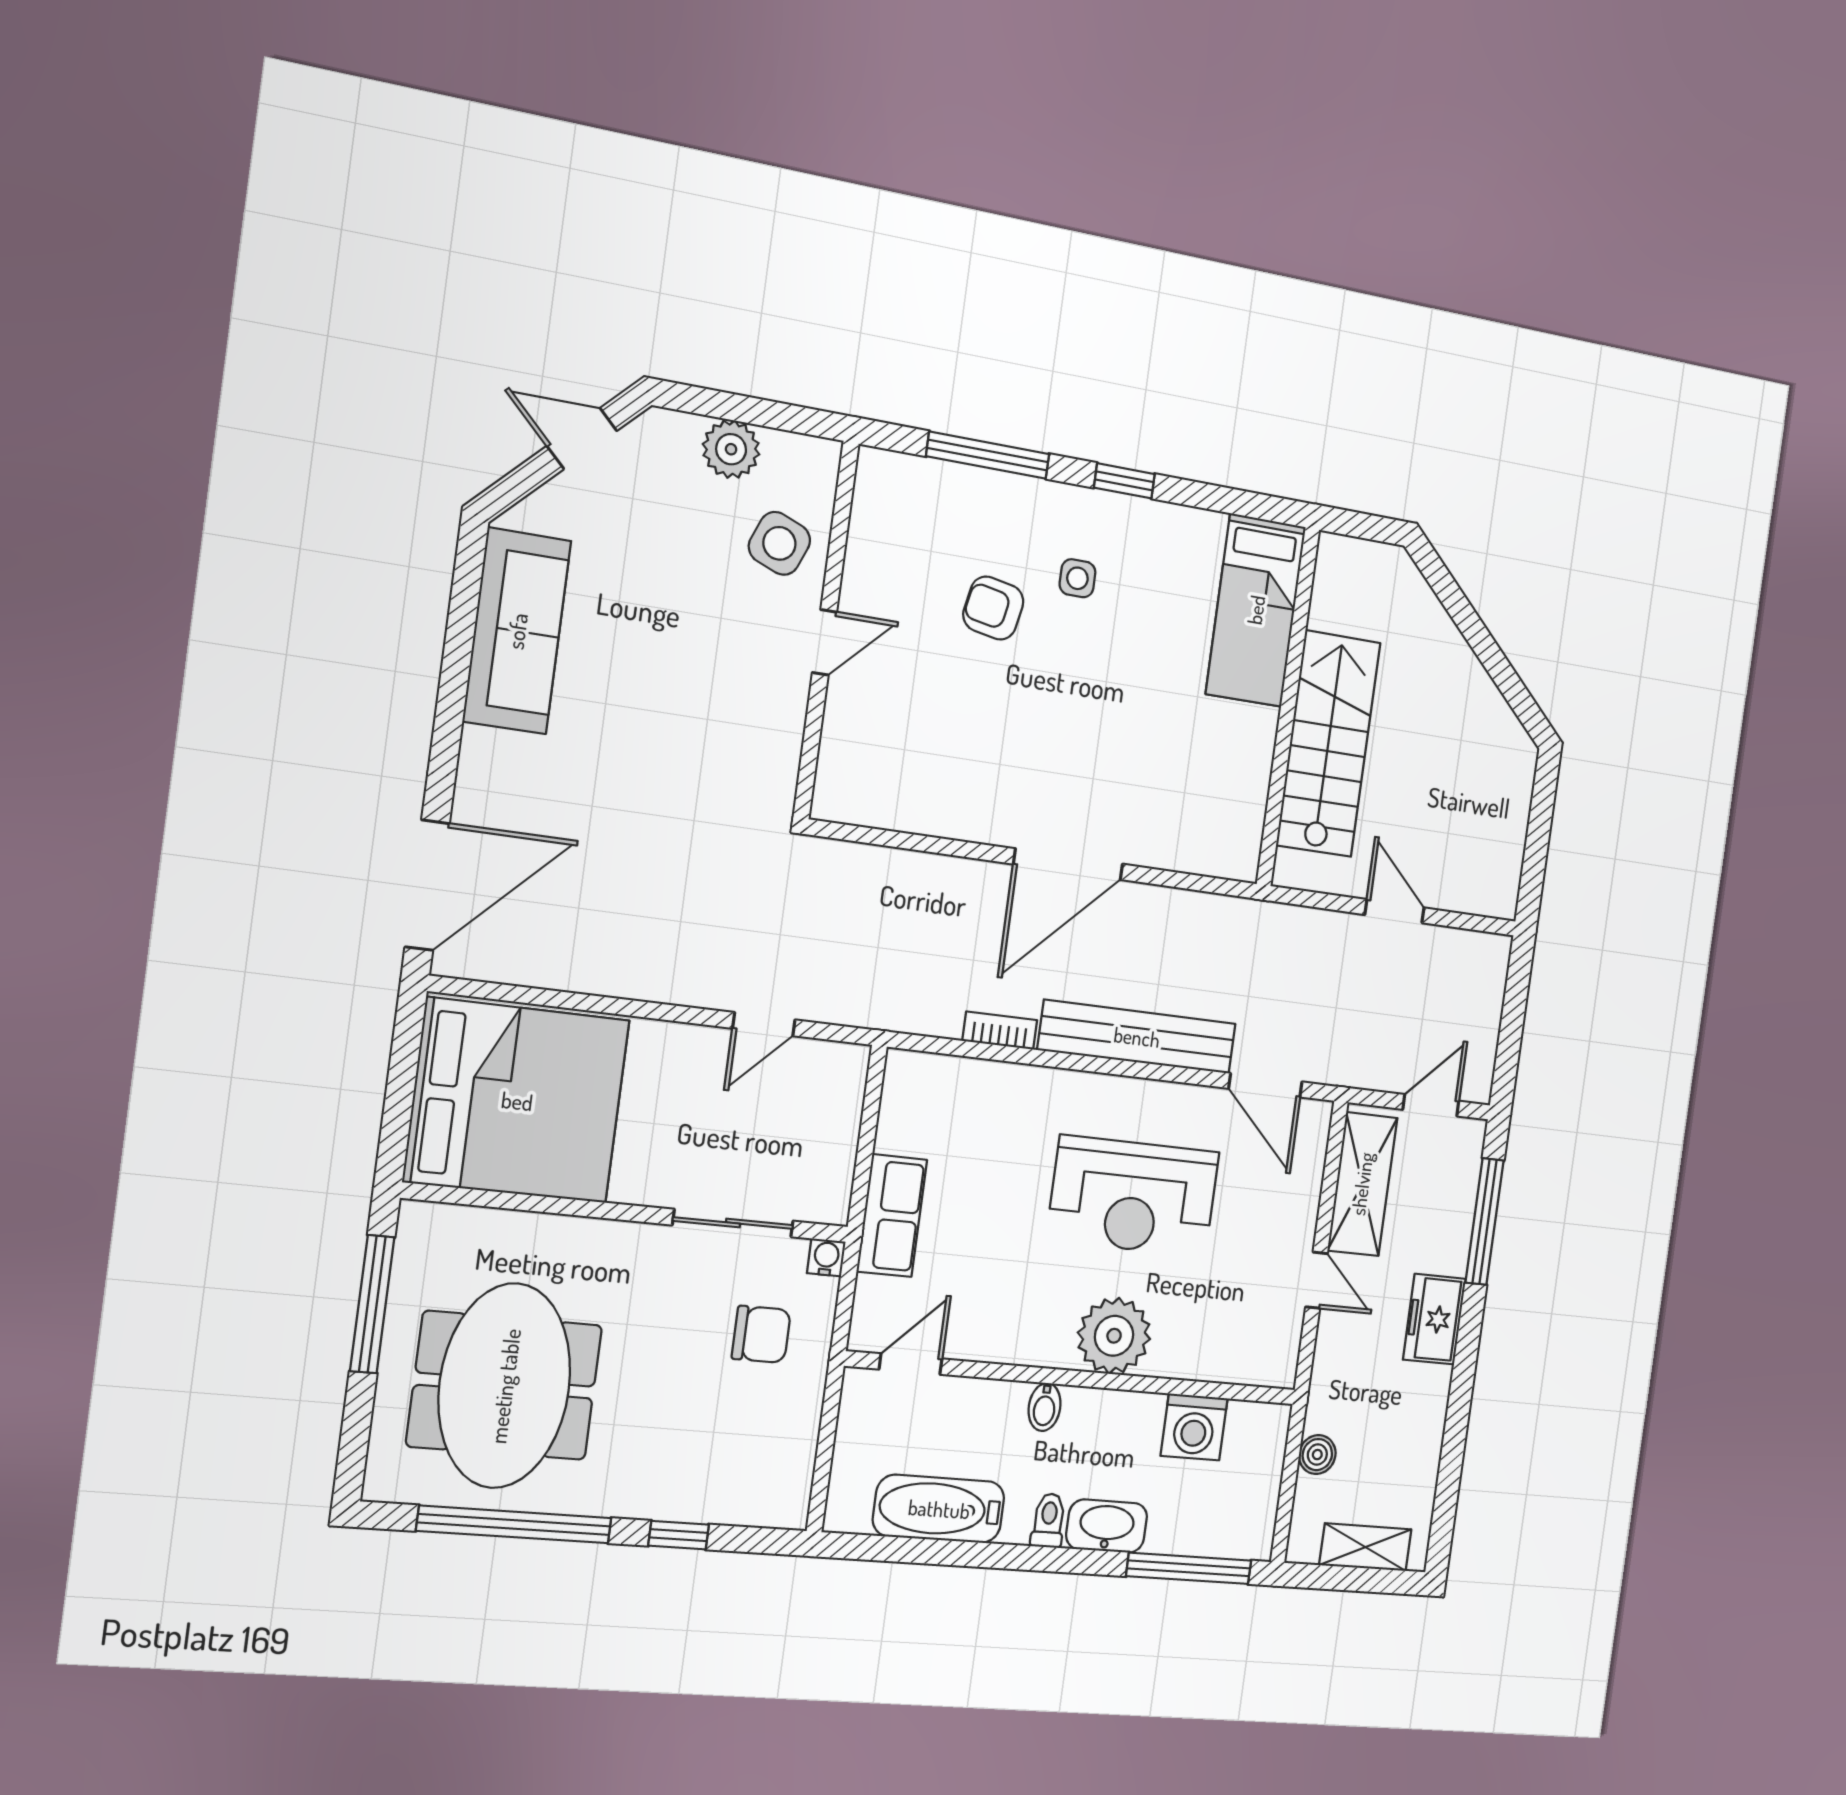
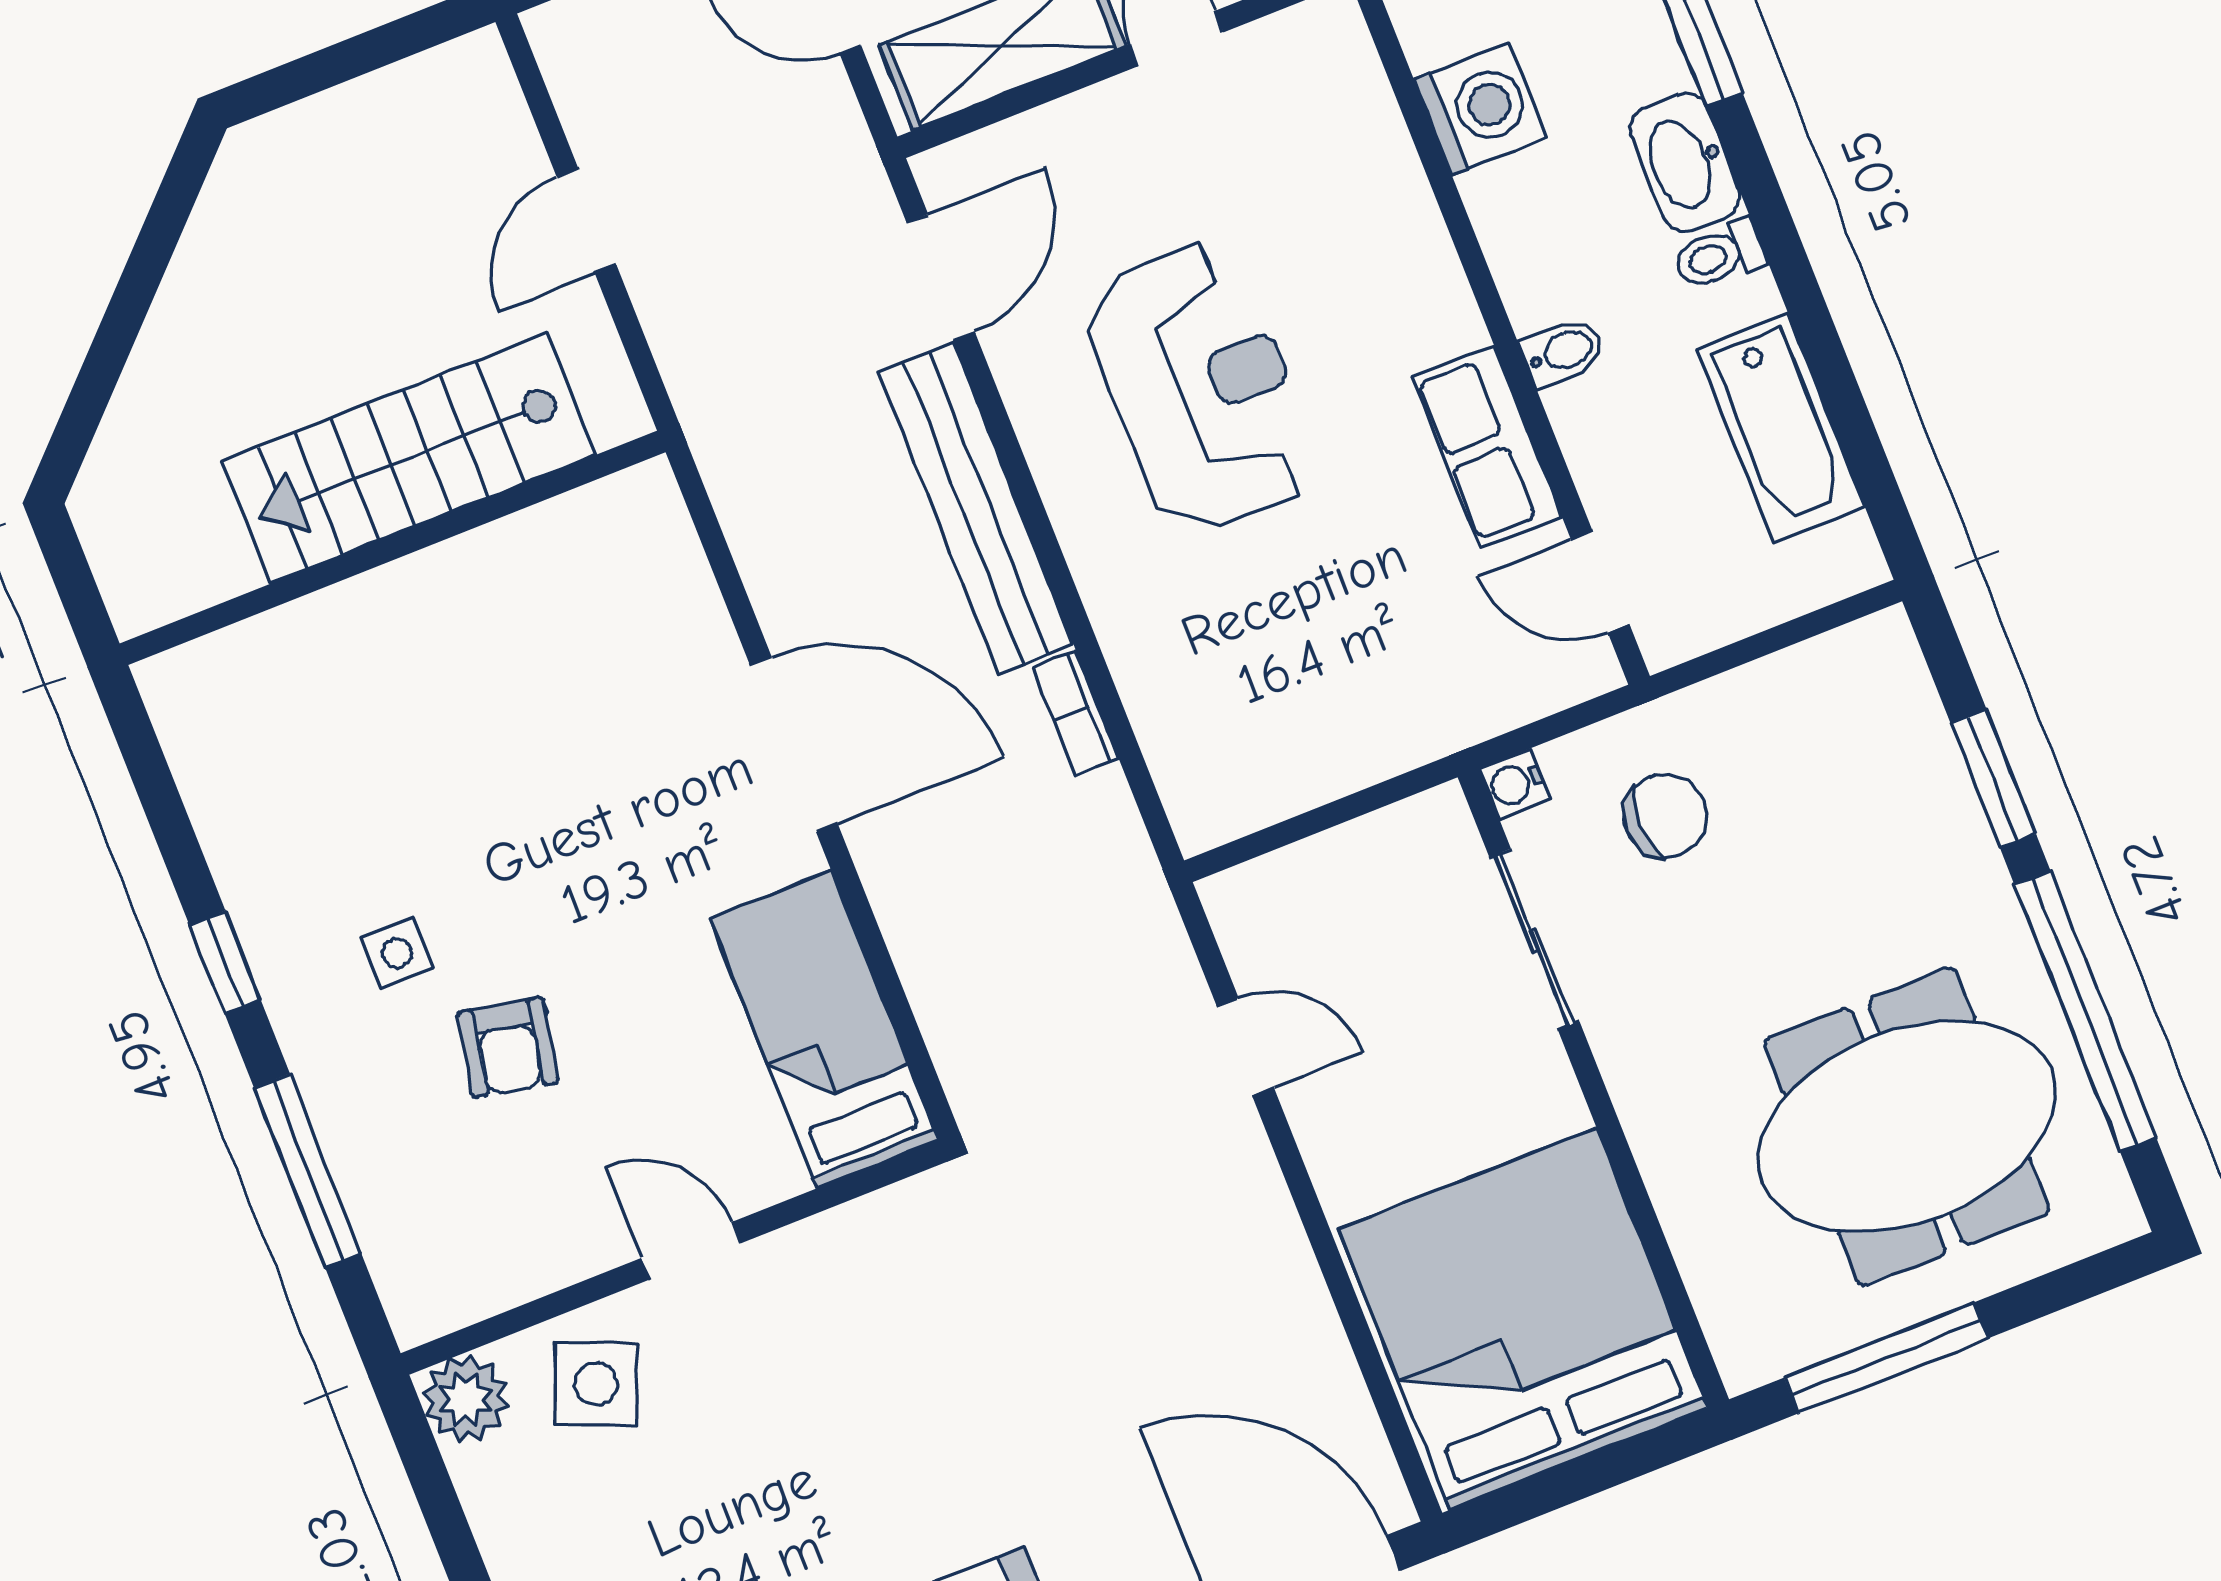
plant: (731, 449) -> (466, 1399), moved
bed: (1256, 610) -> (824, 1029), moved, turned -90
row of seats: (892, 1216) -> (1487, 447), moved, turned -90
chair: (761, 1334) -> (1665, 816), turned 90
plant: (1114, 1336) -> (1412, 304), removed
window: (679, 1535) -> (1993, 779), width x1.50

